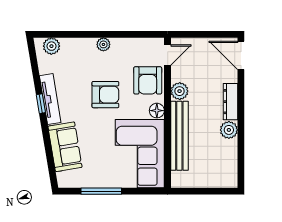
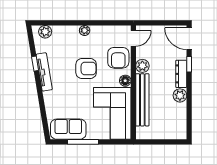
window: (241, 89) -> (189, 64), added
window: (41, 104) -> (35, 64), moved
sofa: (65, 147) -> (68, 129), moved, turned -81

